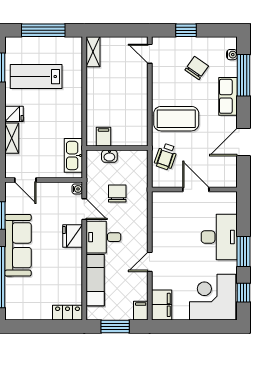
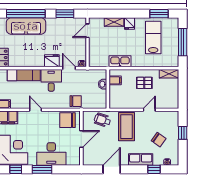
door: (150, 54) -> (149, 110), moved
window: (243, 75) -> (154, 169), width x0.46
pallet: (107, 90) -> (144, 83), added
door: (243, 142) -> (112, 169), hinge flipped
kitchen sink: (73, 155) -> (120, 61), moved
chair: (117, 193) -> (76, 101), moved
door: (84, 209) -> (69, 68), swing flipped
chair: (166, 211) -> (67, 120), added
sofa: (18, 245) -> (26, 26), moved

